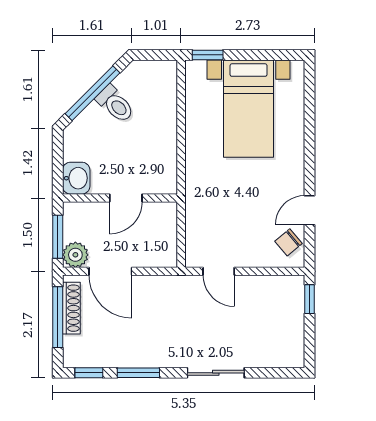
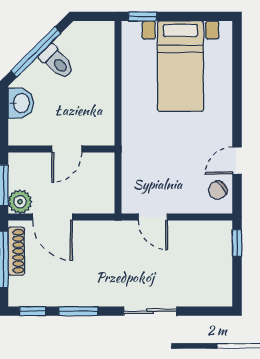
washbasin: (76, 178) -> (21, 103), moved

